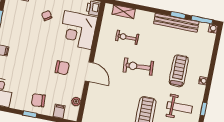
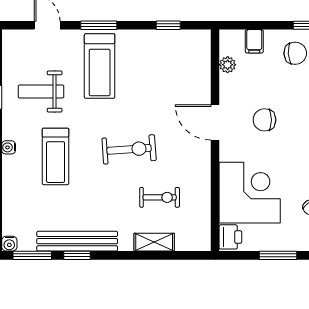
shelving: (124, 12) -> (154, 242), moved

